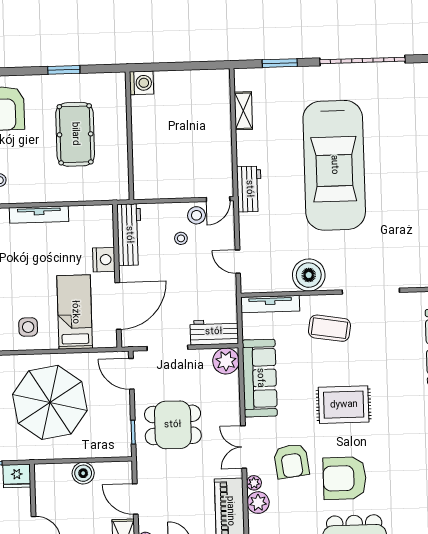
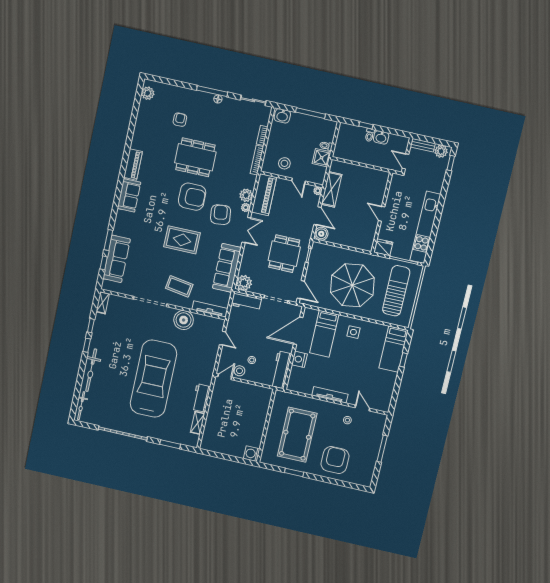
pool table: (75, 134) -> (297, 435), width x1.36, depth x1.32
workbench: (249, 189) -> (201, 398), moved
dining table: (173, 425) -> (284, 254), turned 90
boiler: (83, 473) -> (321, 234), moved

